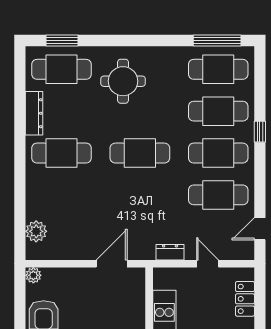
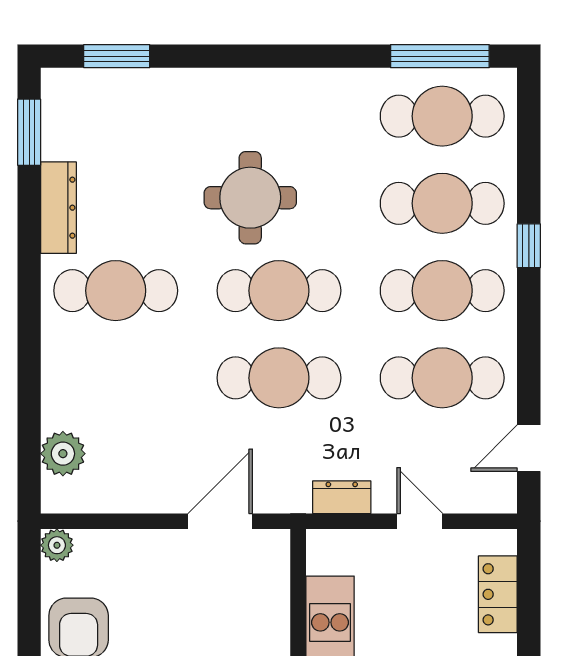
cafe table: (62, 69) -> (279, 378), moved
window: (20, 77) -> (29, 132), added
round table: (123, 81) -> (250, 198), moved

